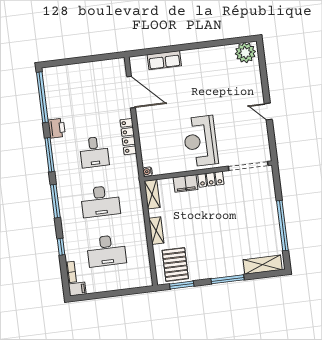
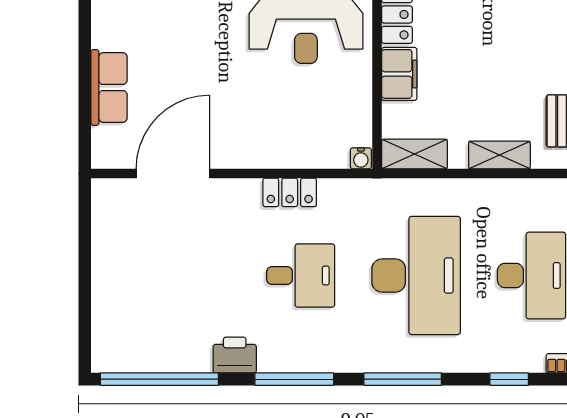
locker: (128, 137) -> (290, 192), width x0.66
desk: (100, 201) -> (416, 276), width x1.36, depth x1.30

